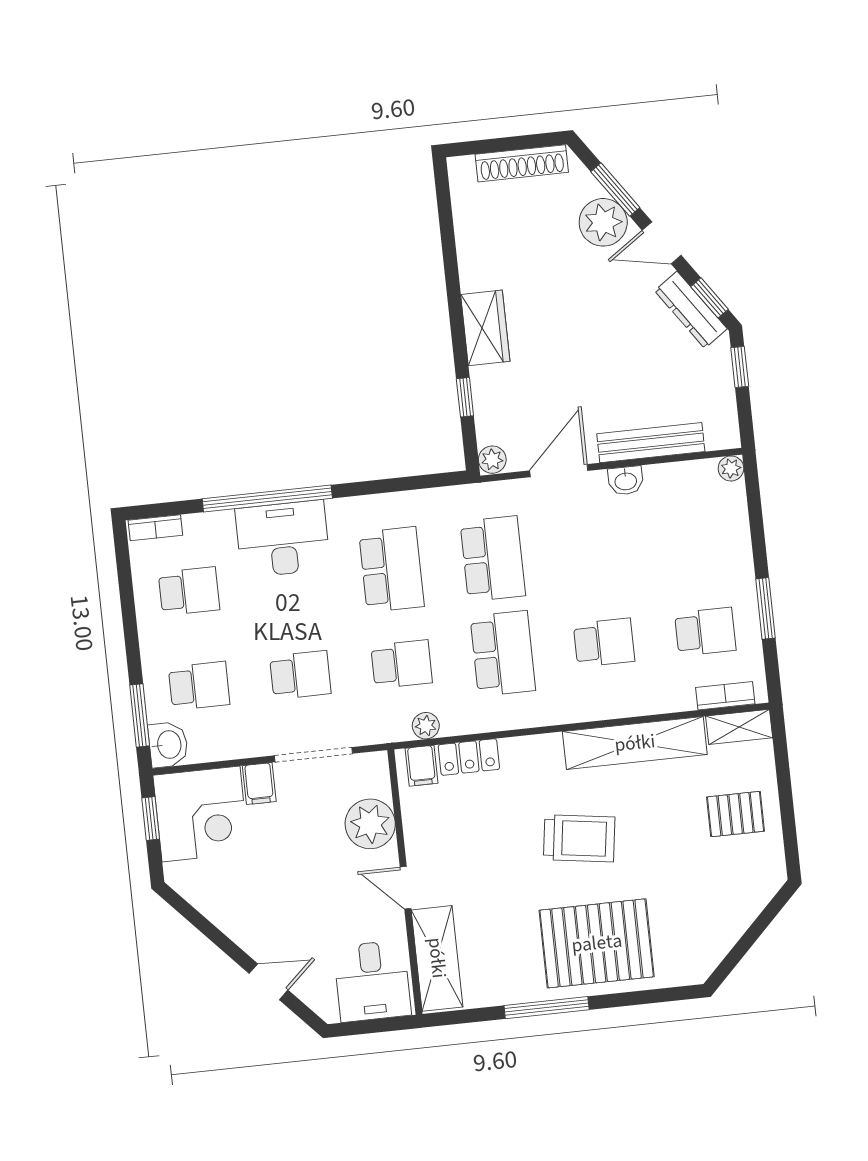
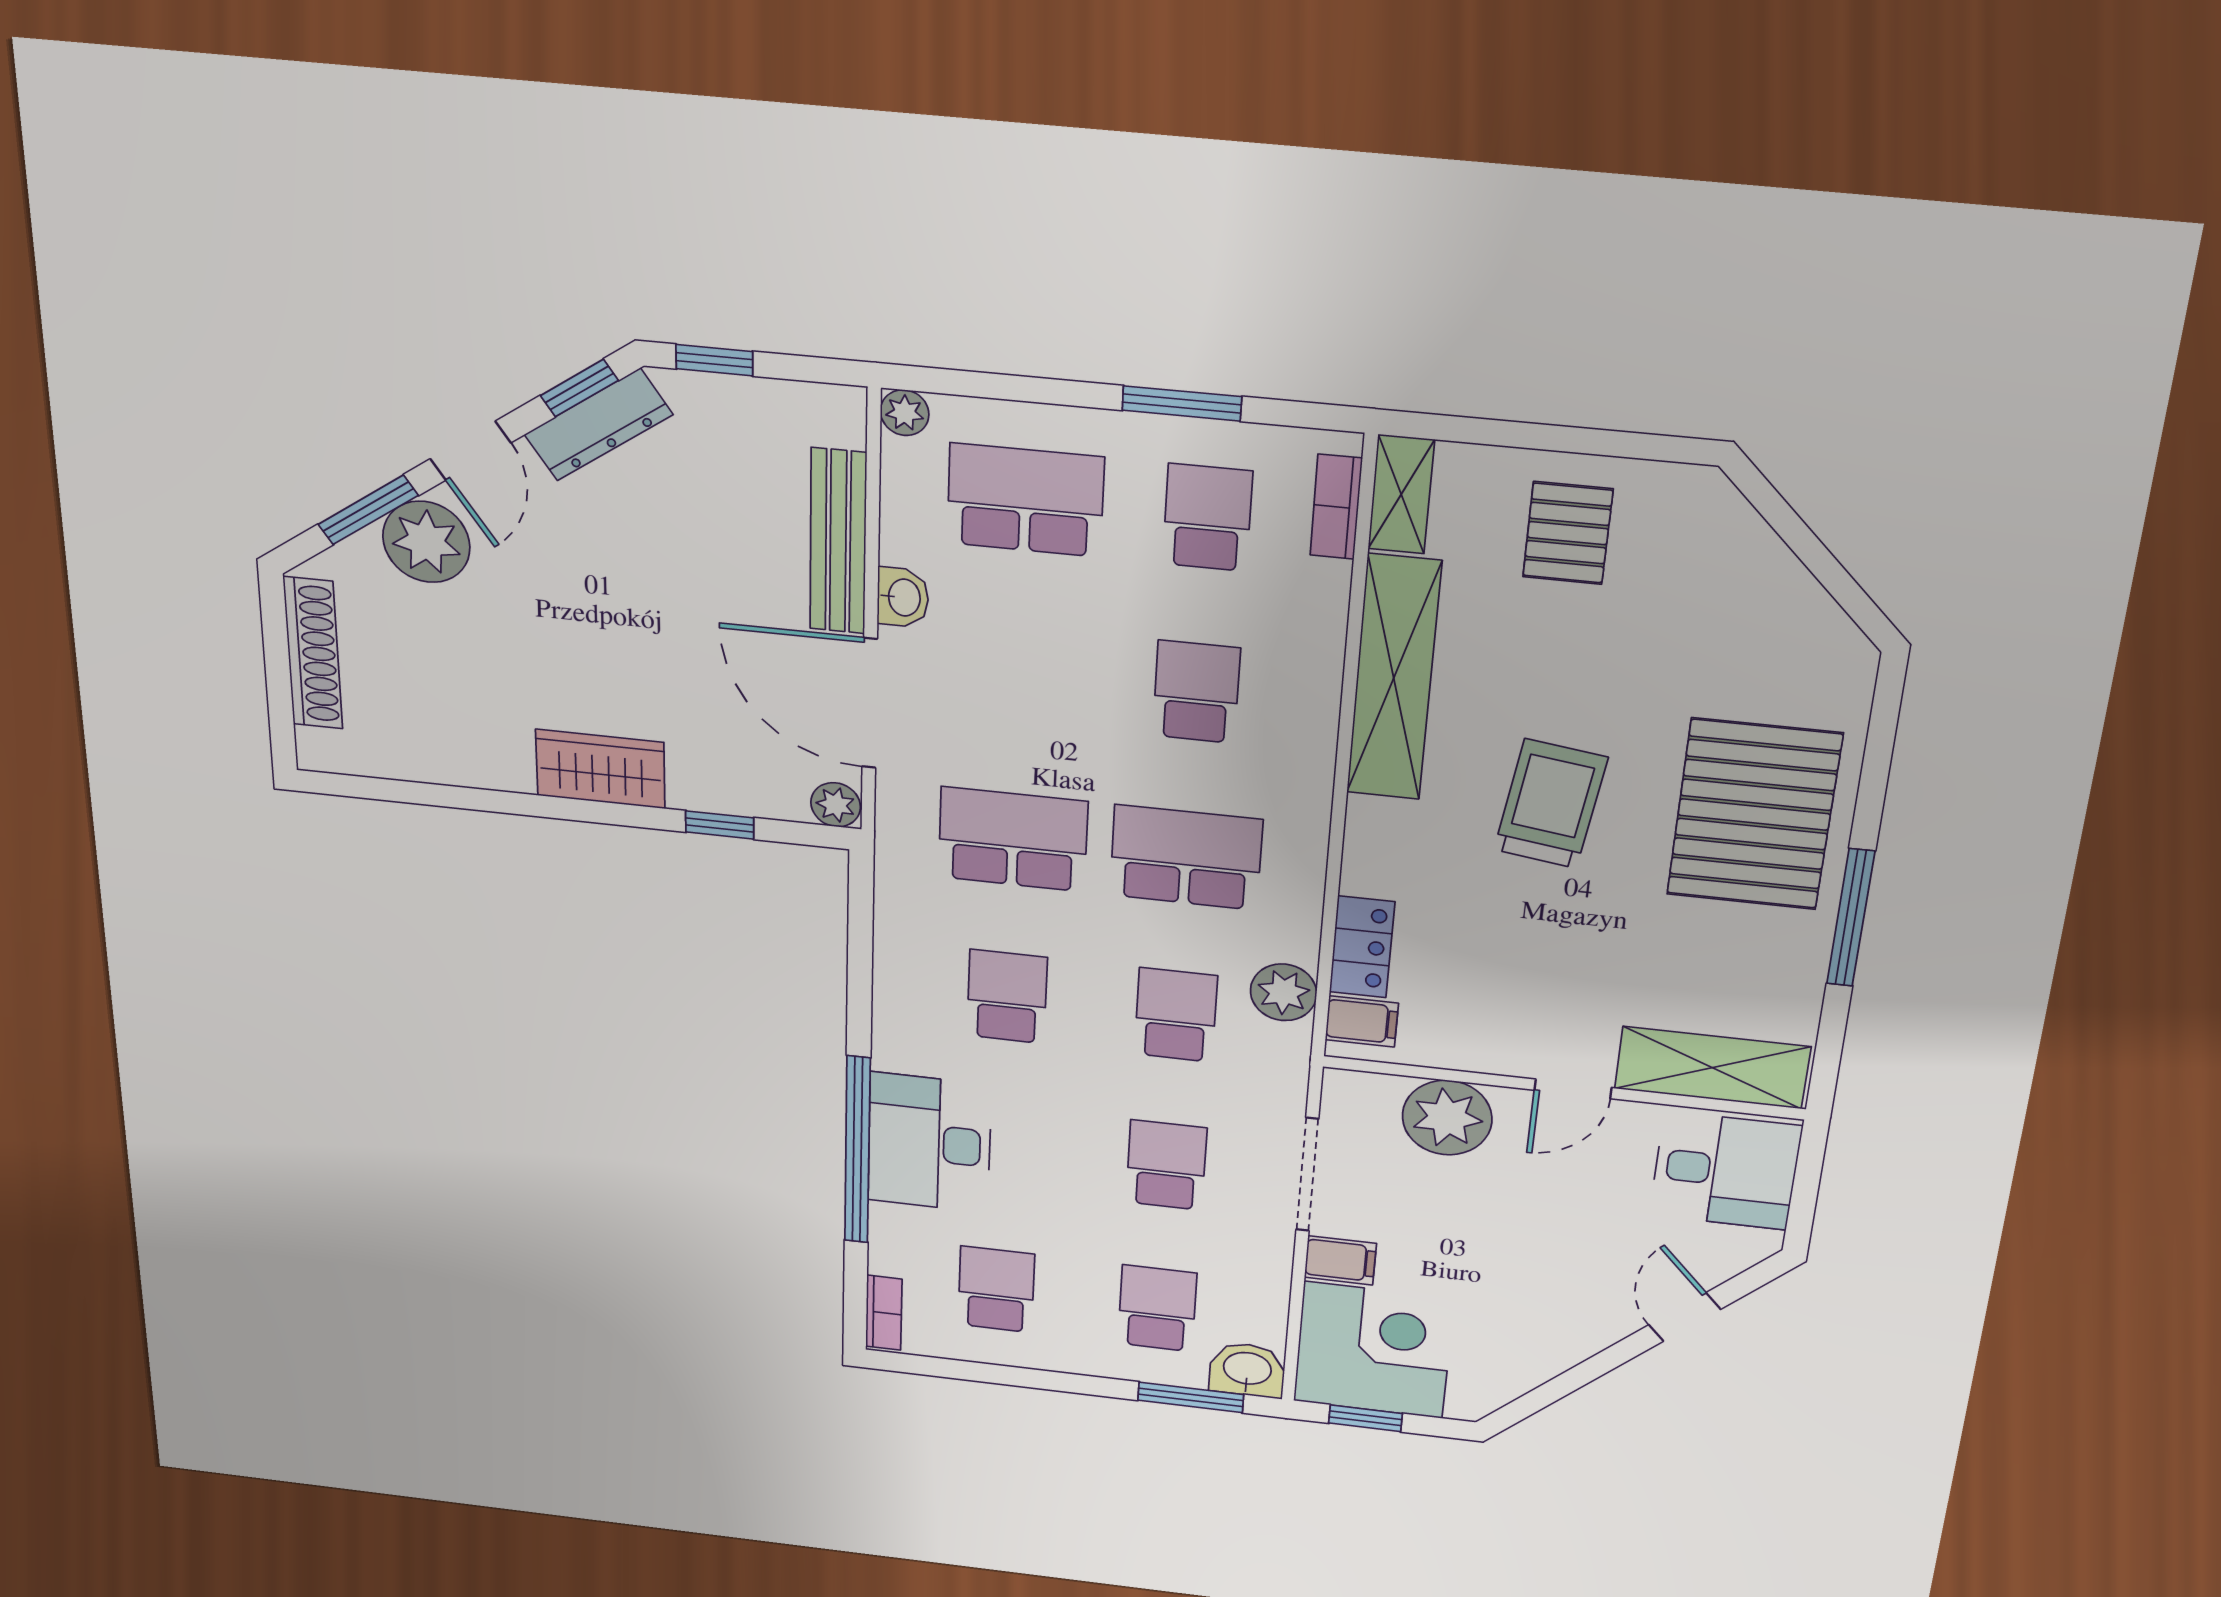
door: (559, 471) -> (870, 703), width x1.36
school desk: (695, 537) -> (1025, 500), added
school desk: (391, 570) -> (1007, 997), width x0.54
plant: (426, 726) -> (1284, 992), width x1.38, depth x1.38

